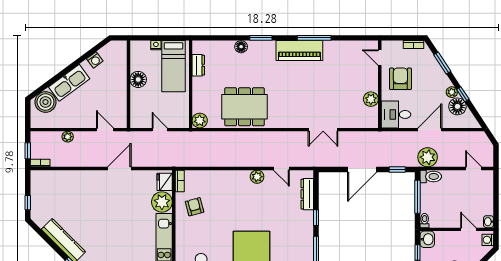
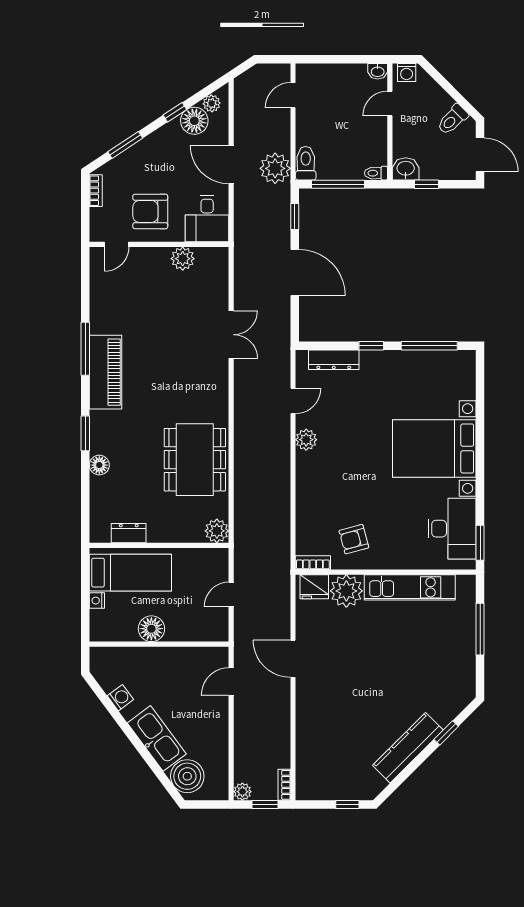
plant: (452, 92) -> (212, 103), moved
plant: (68, 137) -> (242, 792), moved

